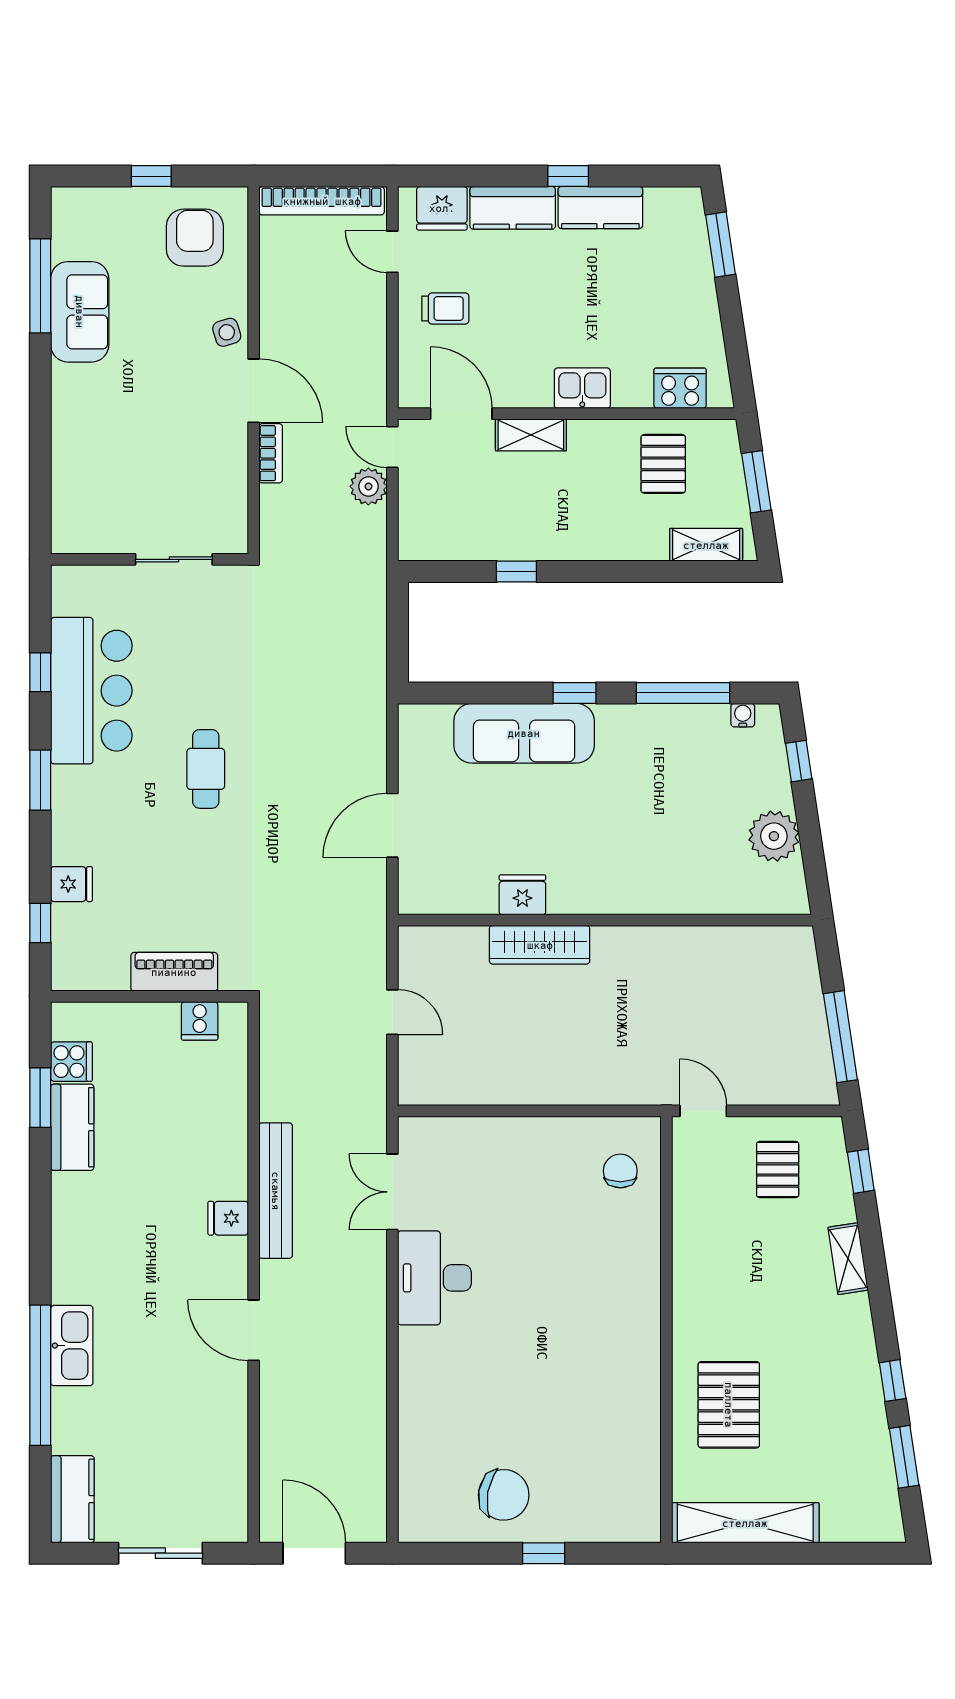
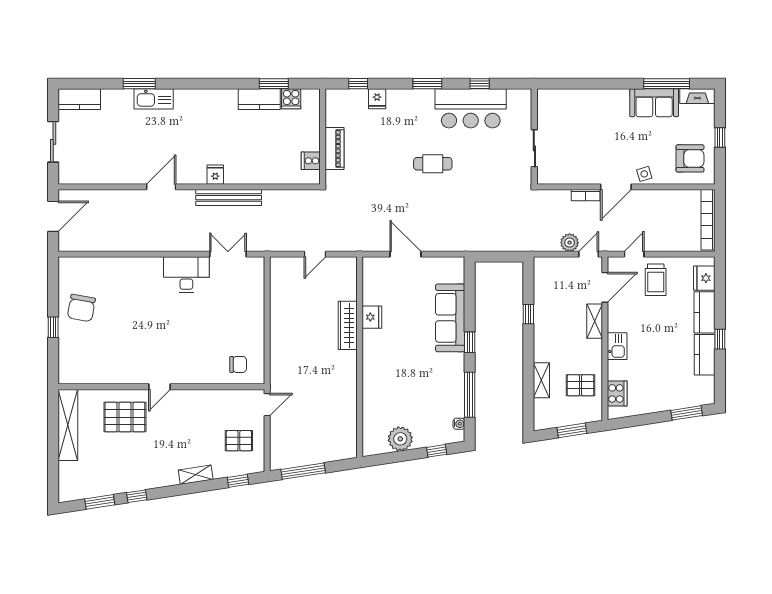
fireplace: (66, 223) -> (697, 96), added
door: (392, 252) -> (634, 254), moved
trolley: (445, 308) -> (656, 280), width x1.36, depth x1.39
shelving: (706, 545) -> (541, 380), moved
door: (666, 1333) -> (160, 387), added
window: (40, 1375) -> (139, 84), width x0.47

